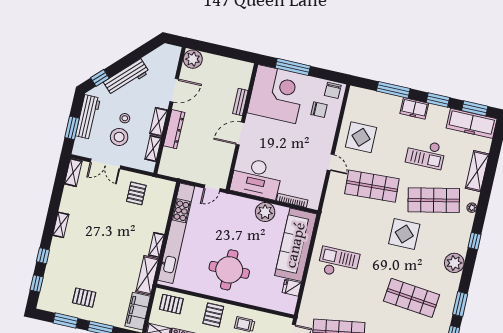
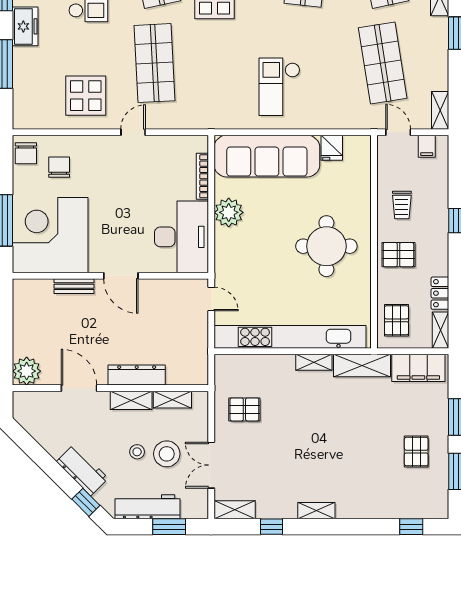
workbench: (126, 77) -> (82, 470), width x0.73
chair: (333, 90) -> (26, 153), turned 90
double door: (105, 164) -> (211, 465), swing flipped
window: (43, 256) -> (271, 527), moved

